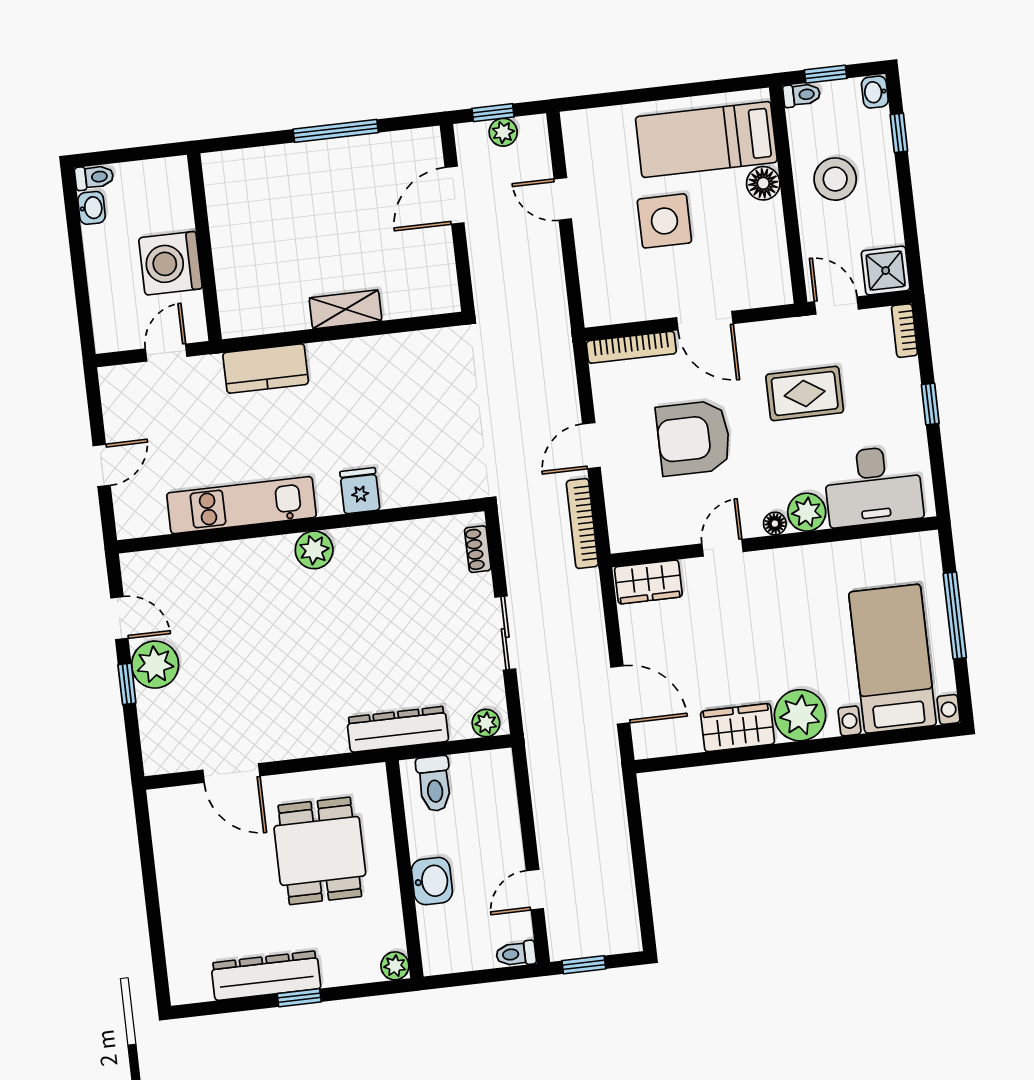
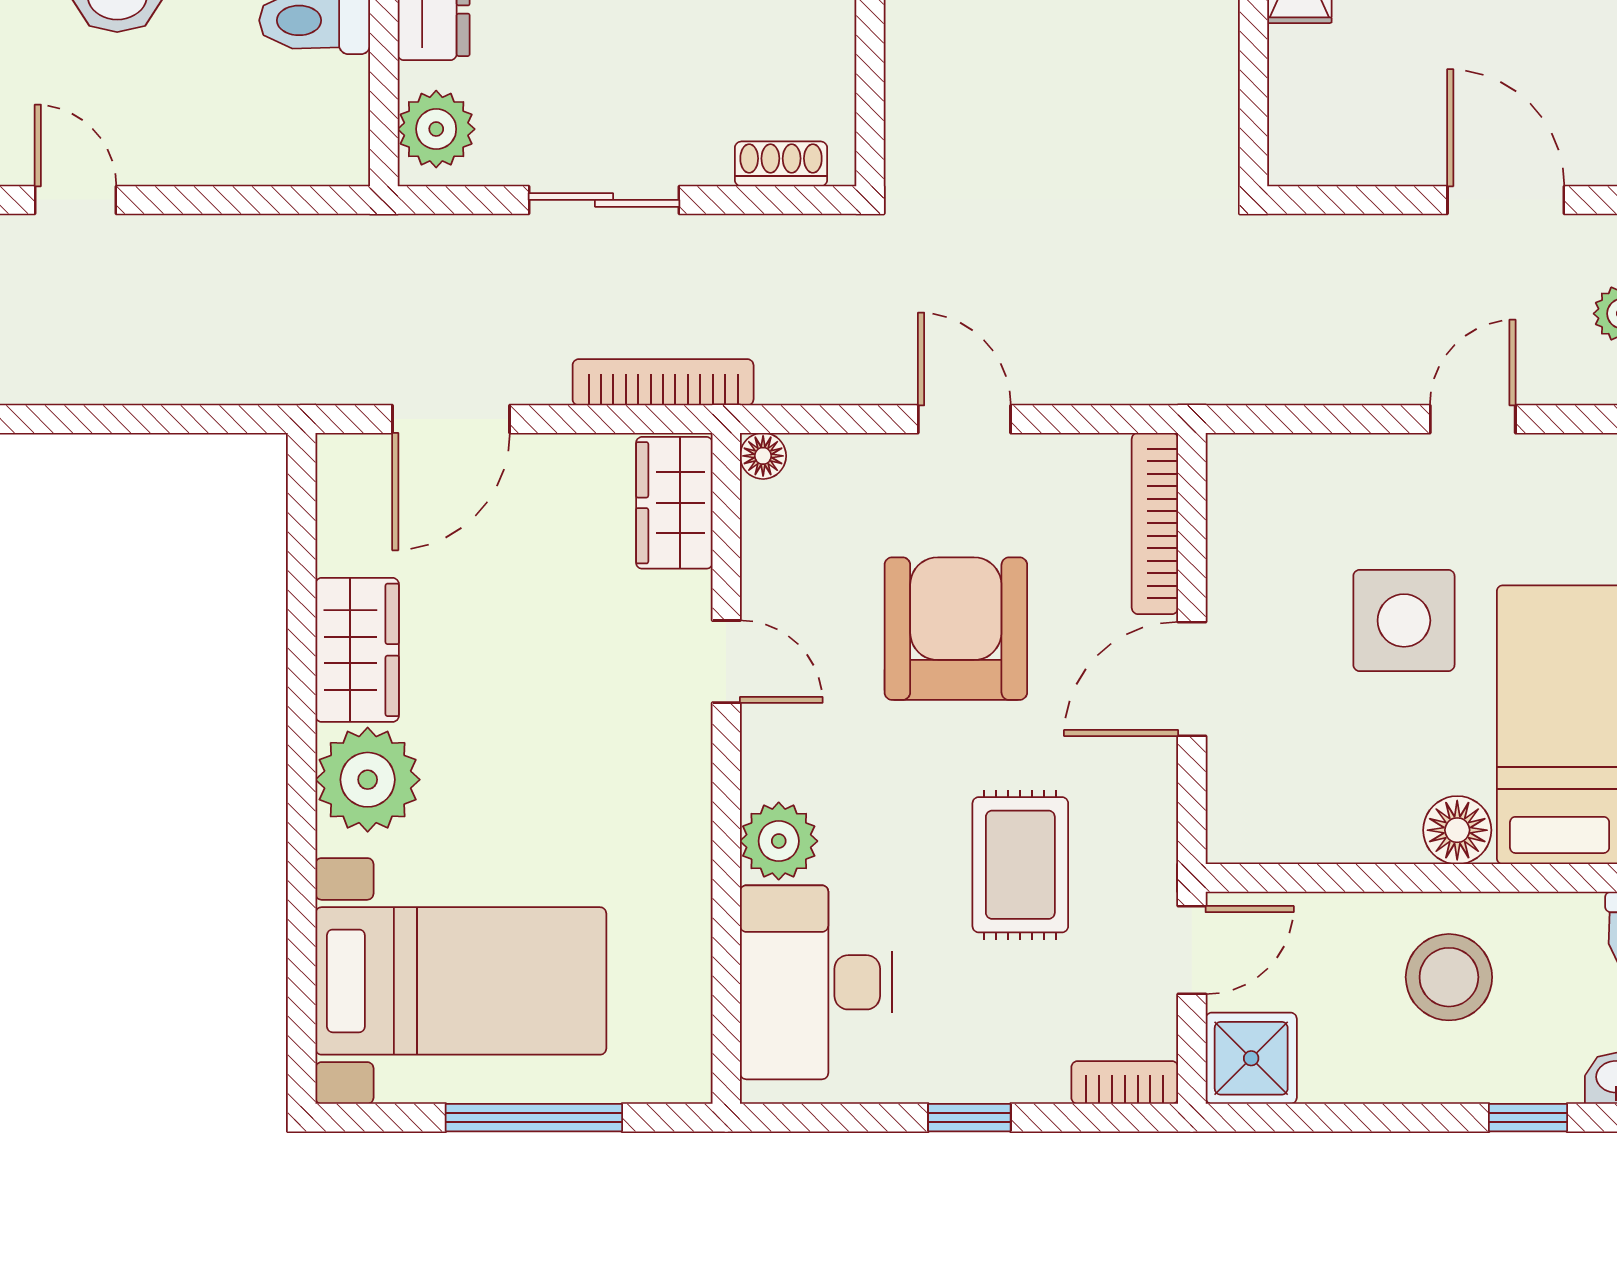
bookcase: (582, 524) -> (663, 382), moved
floor lamp: (775, 524) -> (763, 456), moved
plant: (486, 723) -> (436, 129), width x1.38, depth x1.38

